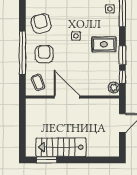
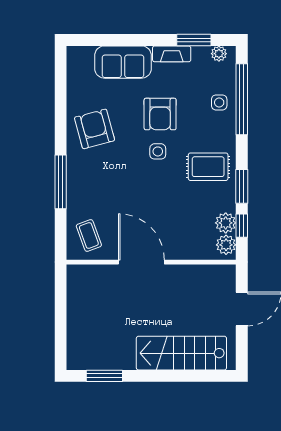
window: (22, 53) -> (61, 182), width x0.68
armchair: (44, 54) -> (160, 114), moved, turned 180
plant: (114, 75) -> (226, 223), added
stairs: (61, 147) -> (181, 353), moved

